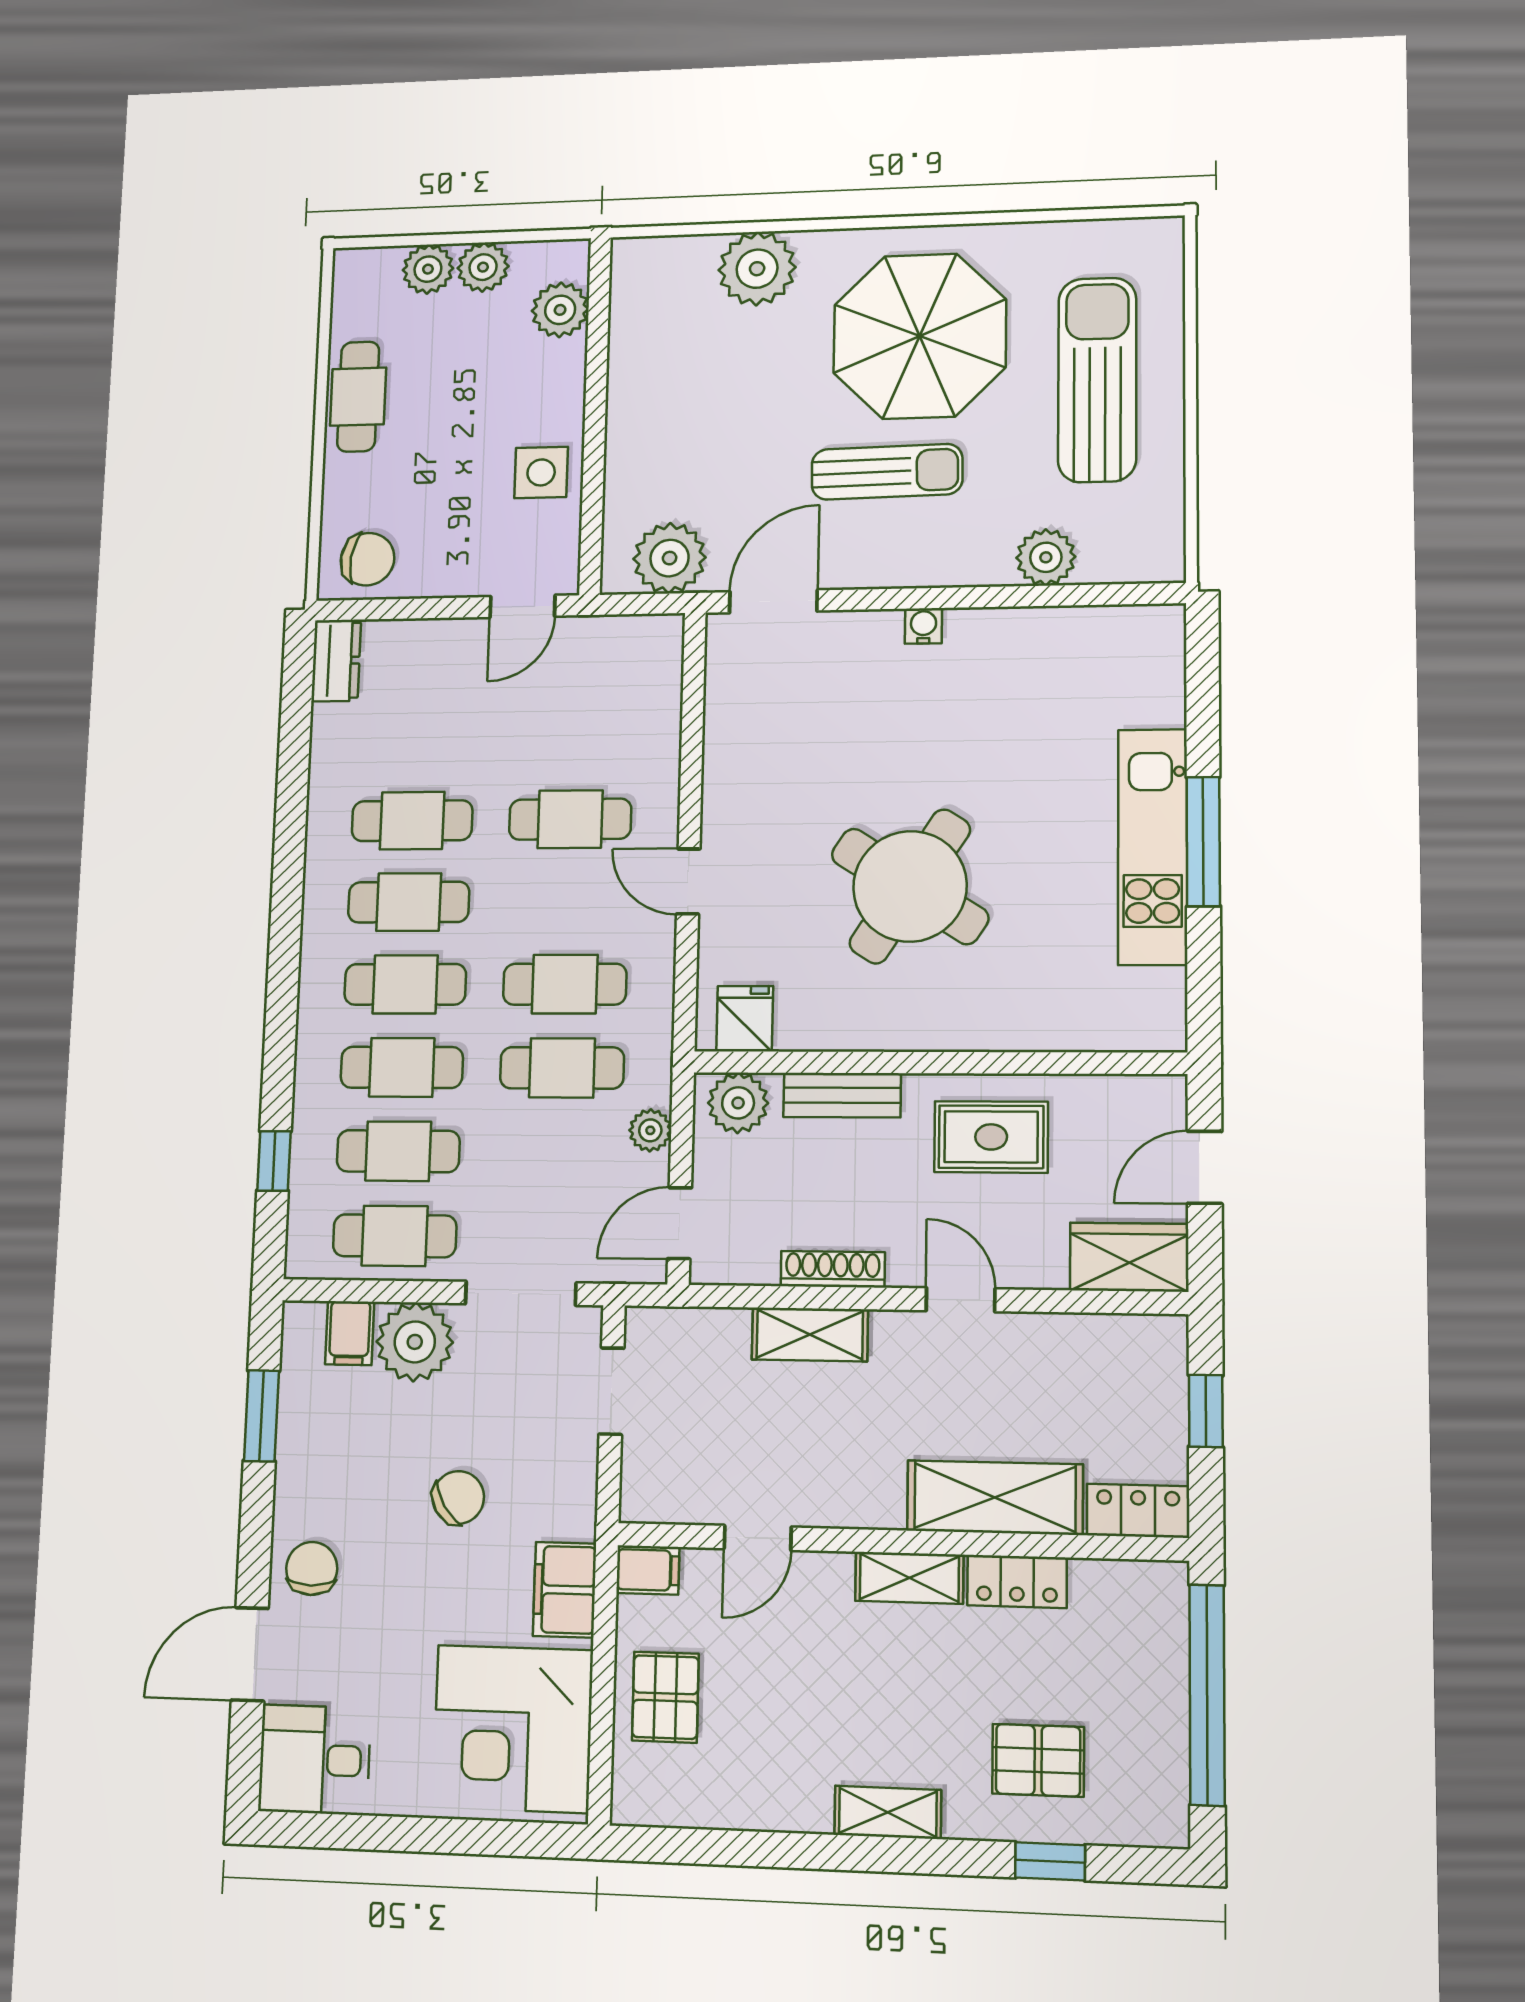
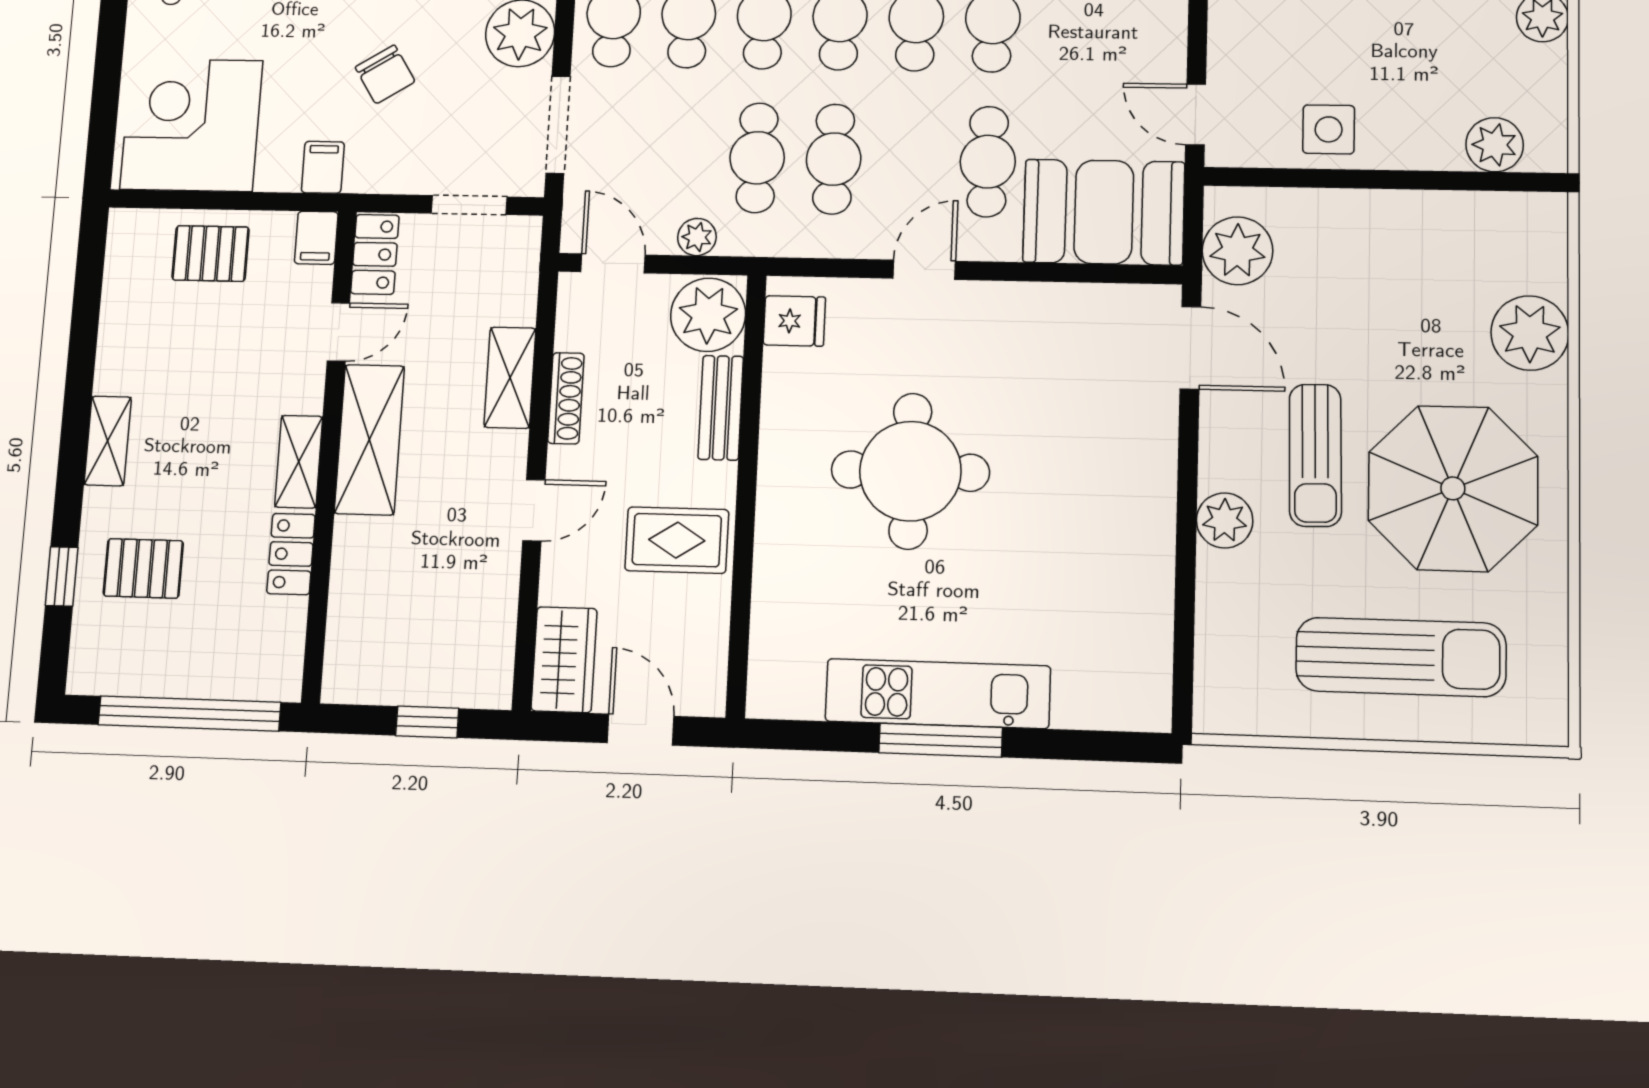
plant: (483, 267) -> (1542, 70), removed
plant: (1046, 557) -> (1225, 520), moved
water cooler: (923, 626) -> (1160, 487), removed
booth: (627, 696) -> (1104, 212), added
round table: (910, 886) -> (910, 471), turned -33
plant: (738, 1103) -> (708, 315), width x1.36, depth x1.36
rug: (991, 1137) -> (677, 540), turned 90
shelving: (995, 1498) -> (369, 440), moved
locker: (1138, 1511) -> (375, 254), moved
door: (758, 1538) -> (338, 332), swing flipped
filing cabinet: (565, 1590) -> (323, 167), width x0.50
pallet: (1038, 1760) -> (143, 568), turned 90

